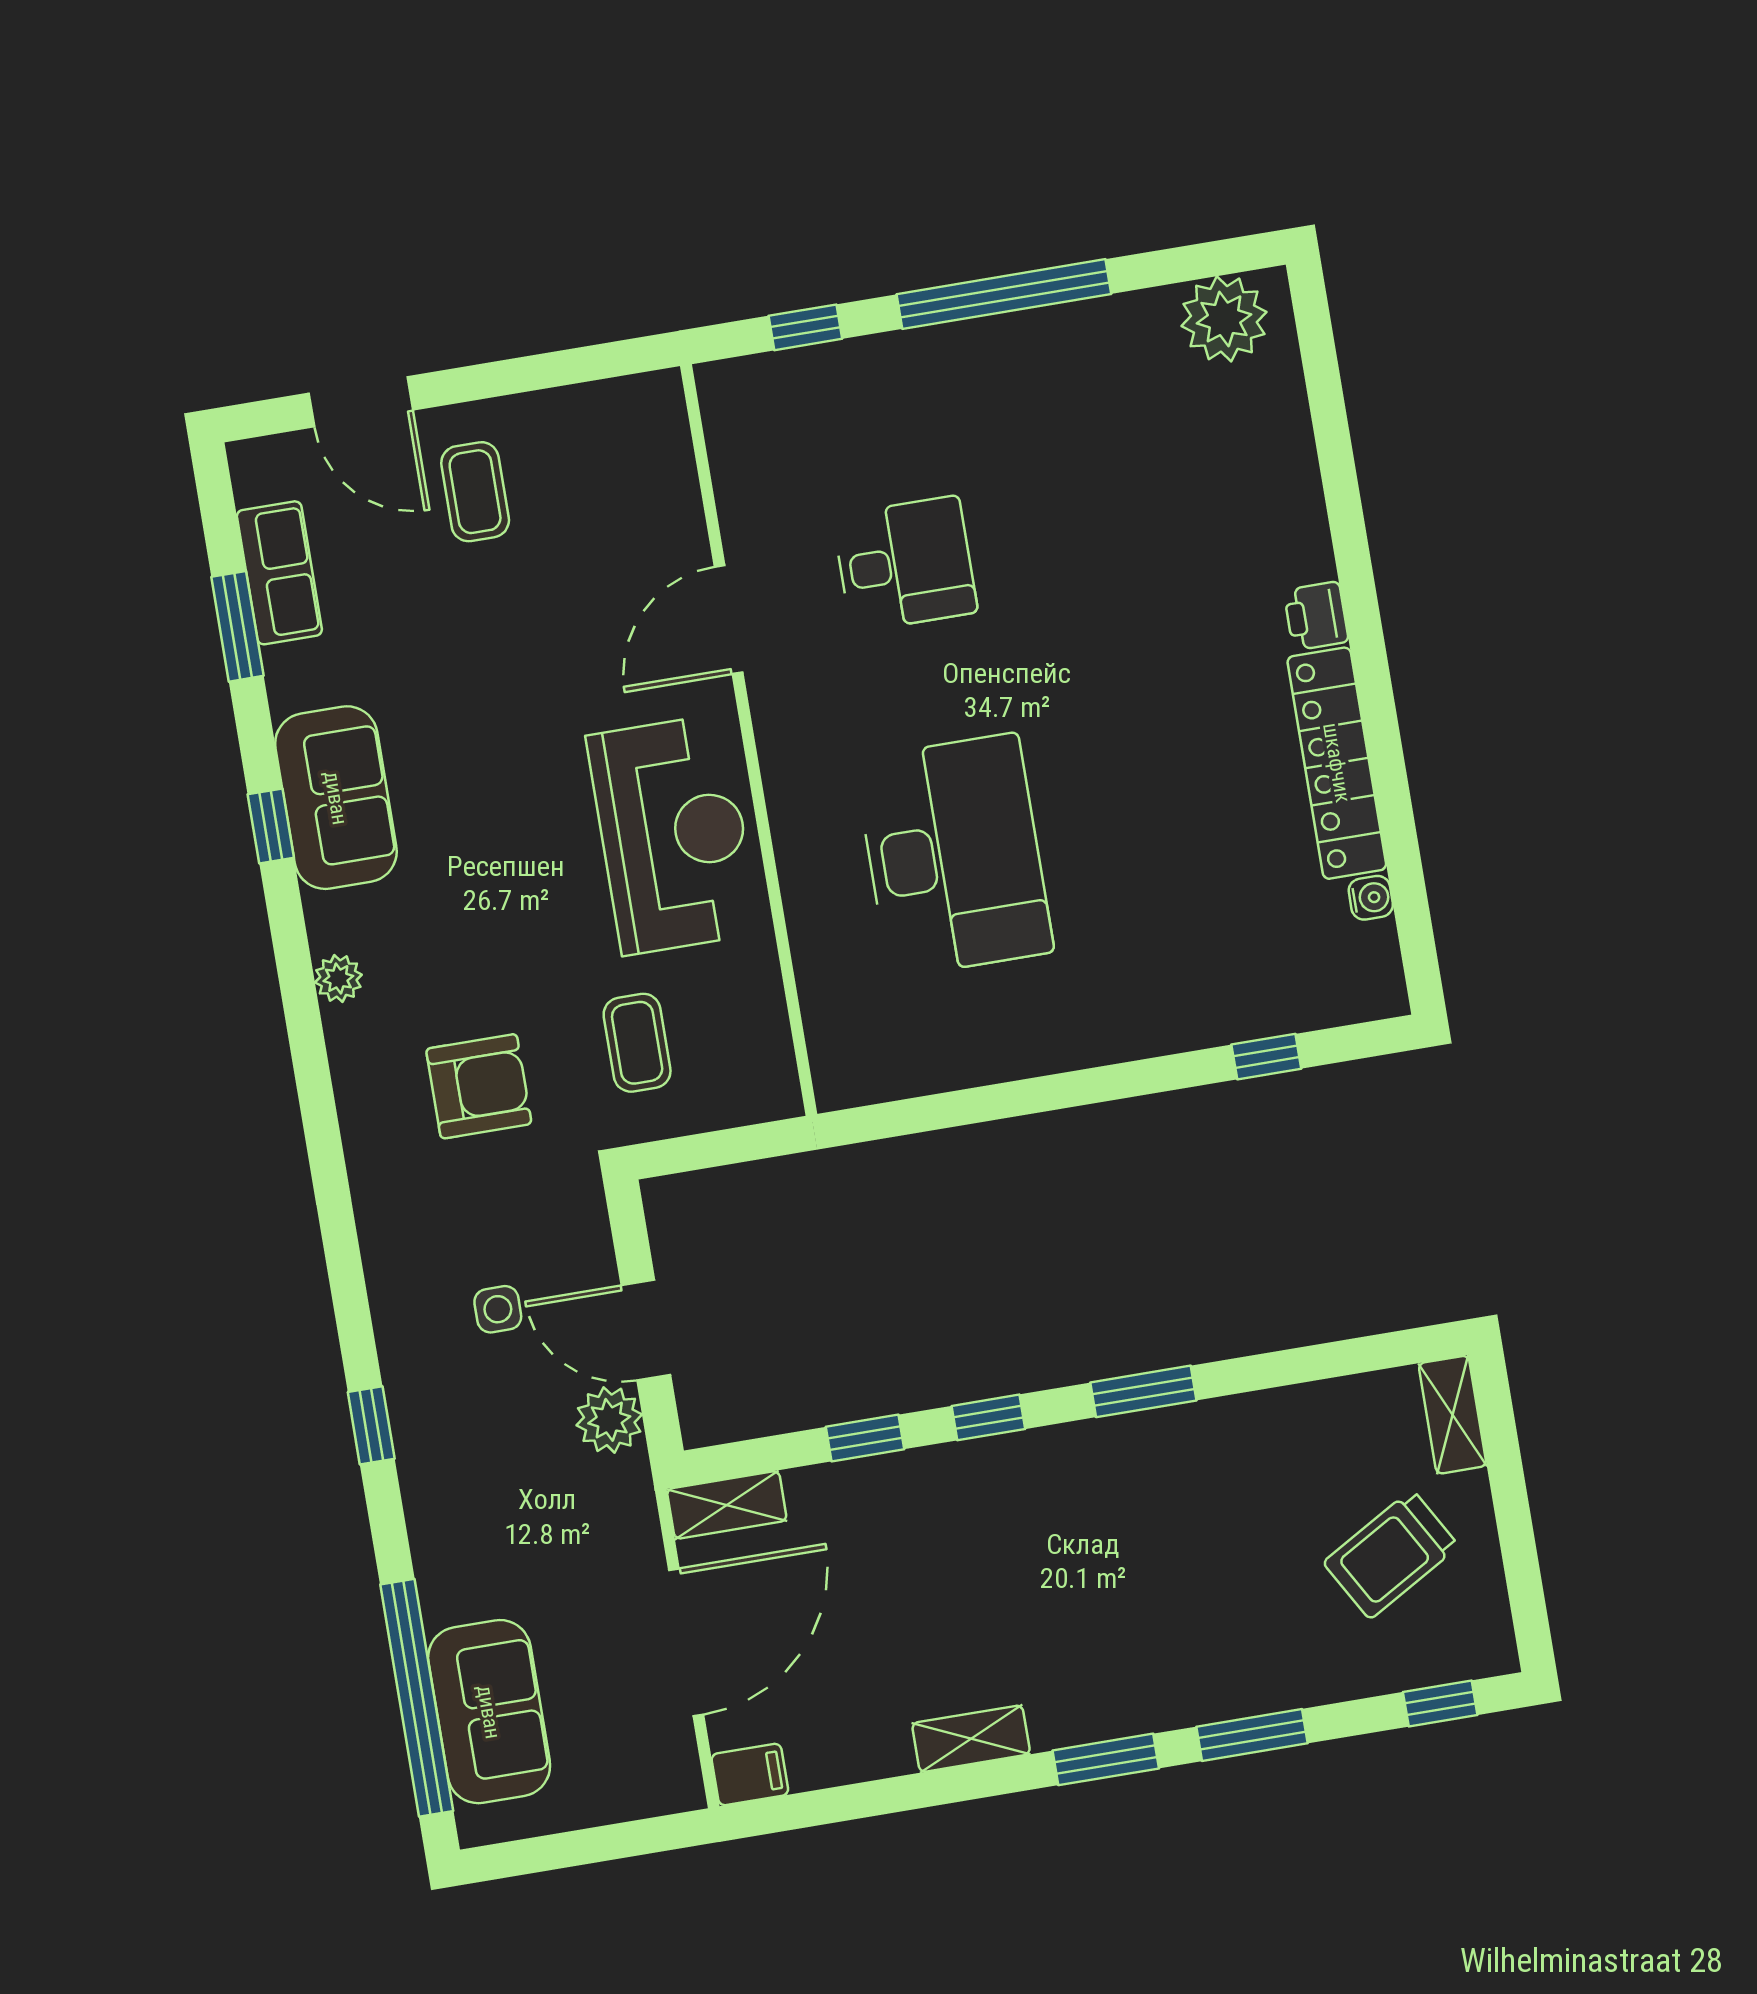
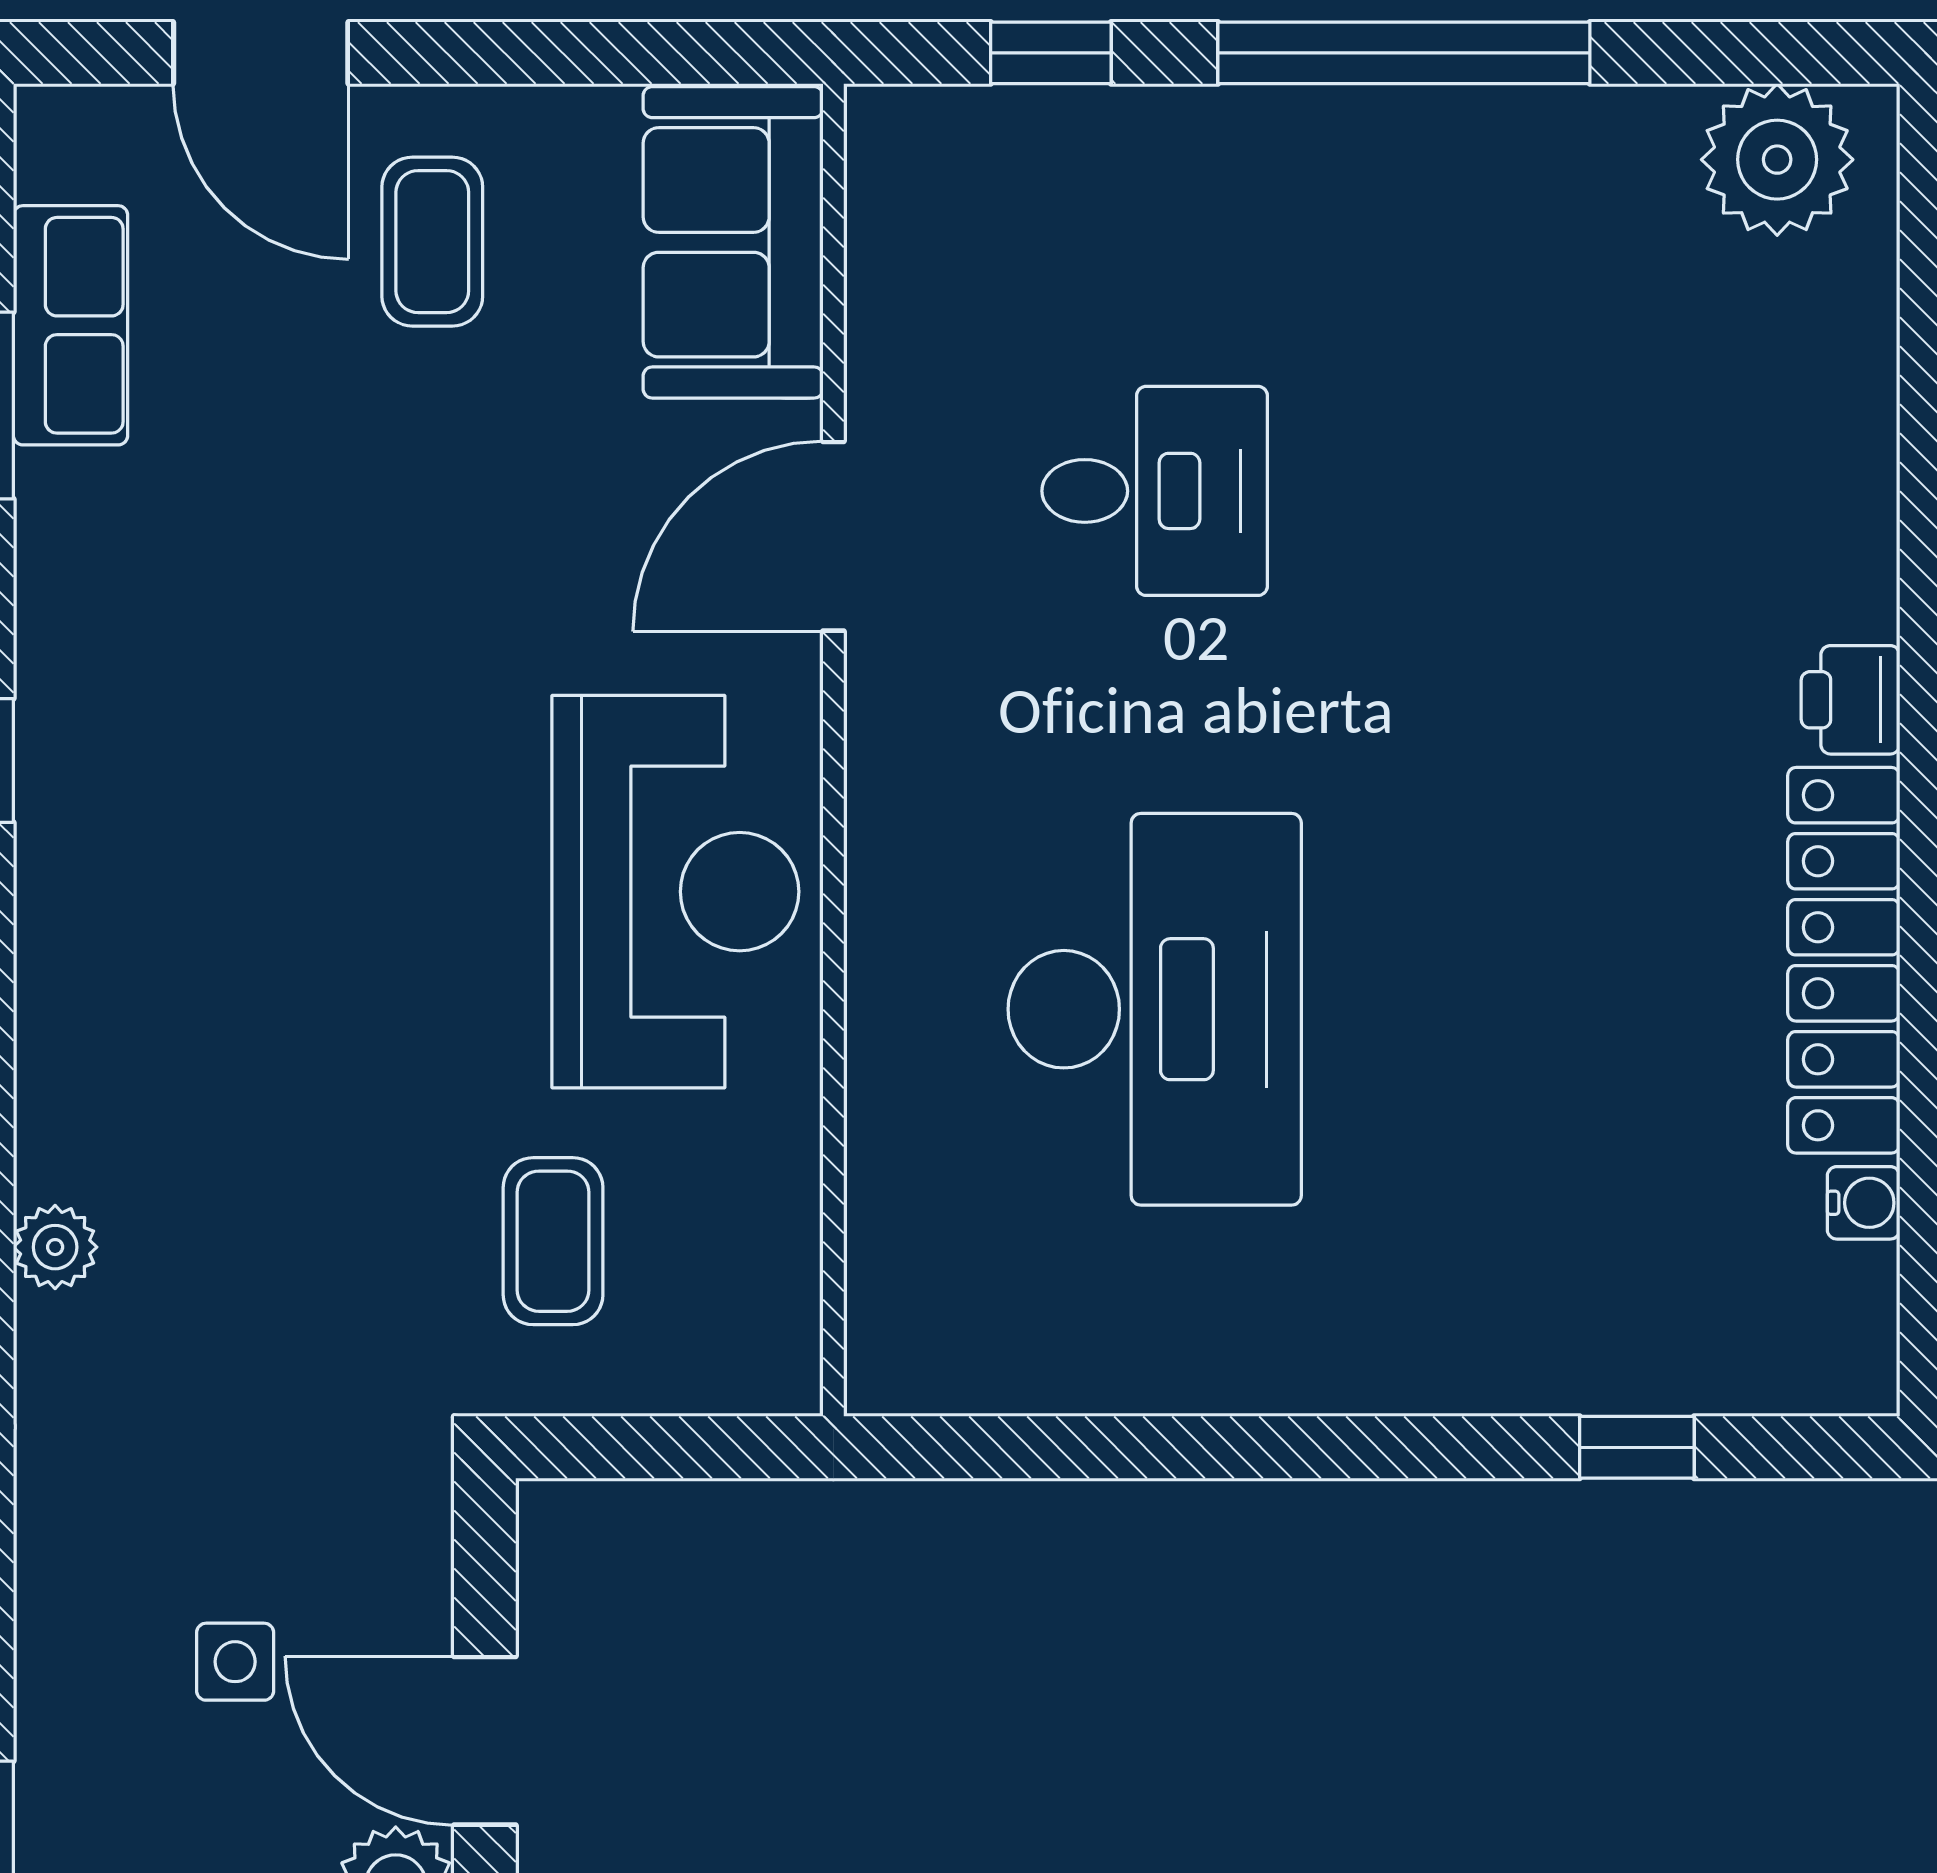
sofa: (336, 798) -> (733, 242), moved, turned 180
plant: (338, 979) -> (55, 1247), moved
armchair: (479, 1086) -> (267, 1271), removed

